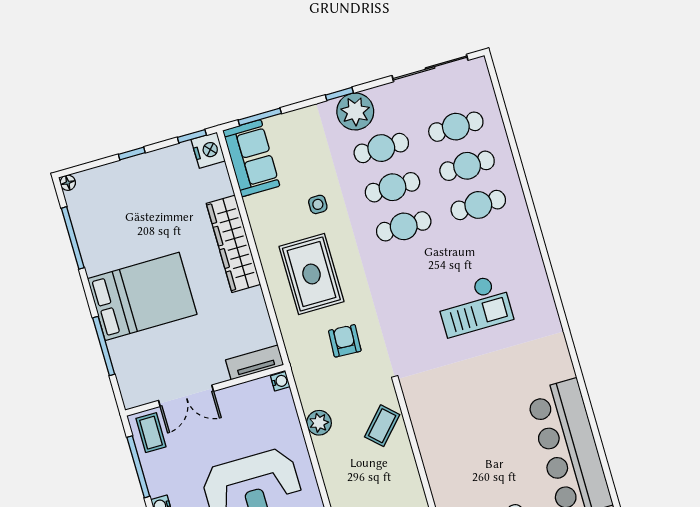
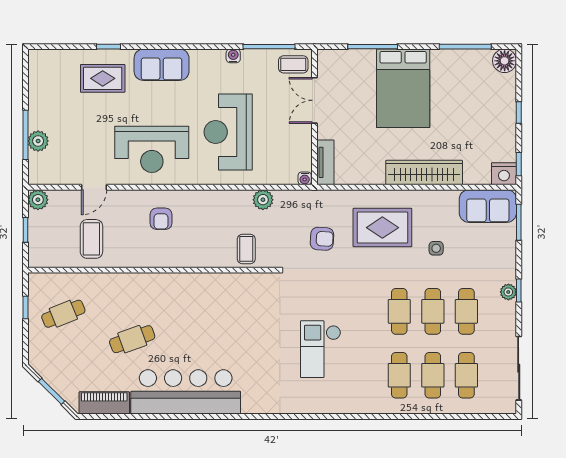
plant: (355, 111) -> (508, 292), width x0.53, depth x0.53
floor lamp: (68, 183) -> (505, 61), width x1.89, depth x1.89
coffee table: (382, 426) -> (246, 249), turned 47

